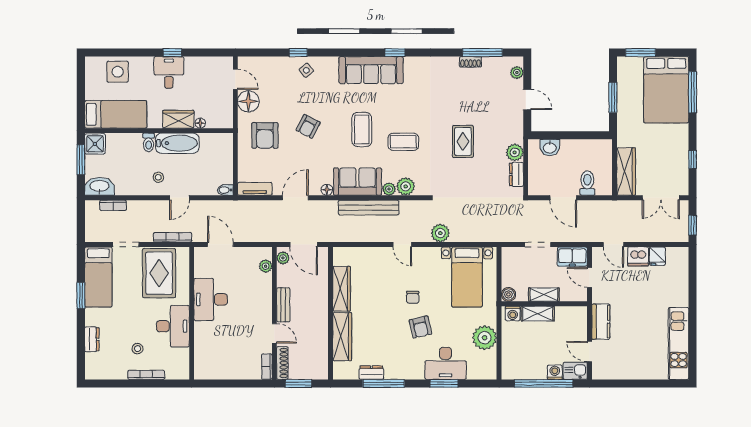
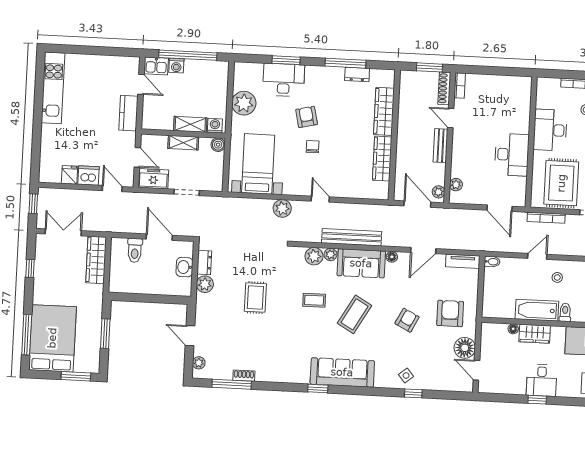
coffee table: (362, 130) -> (354, 314), turned 30
coffee table: (403, 142) -> (314, 300), width x0.73, depth x0.77
washbasin: (550, 148) -> (184, 267), moved, turned -90

